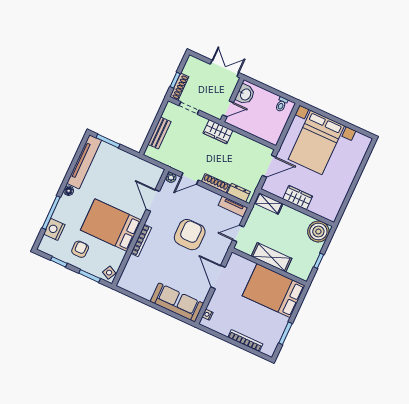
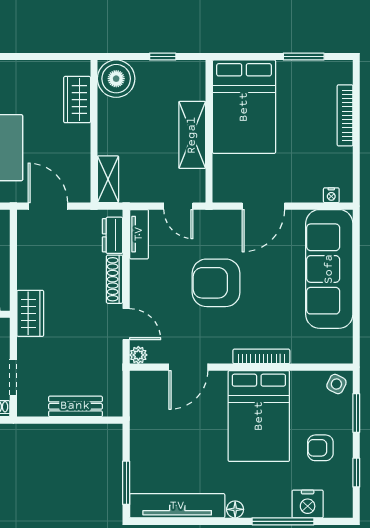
wardrobe: (298, 198) -> (77, 100), moved
sofa: (177, 302) -> (329, 269), width x1.36, depth x1.27

